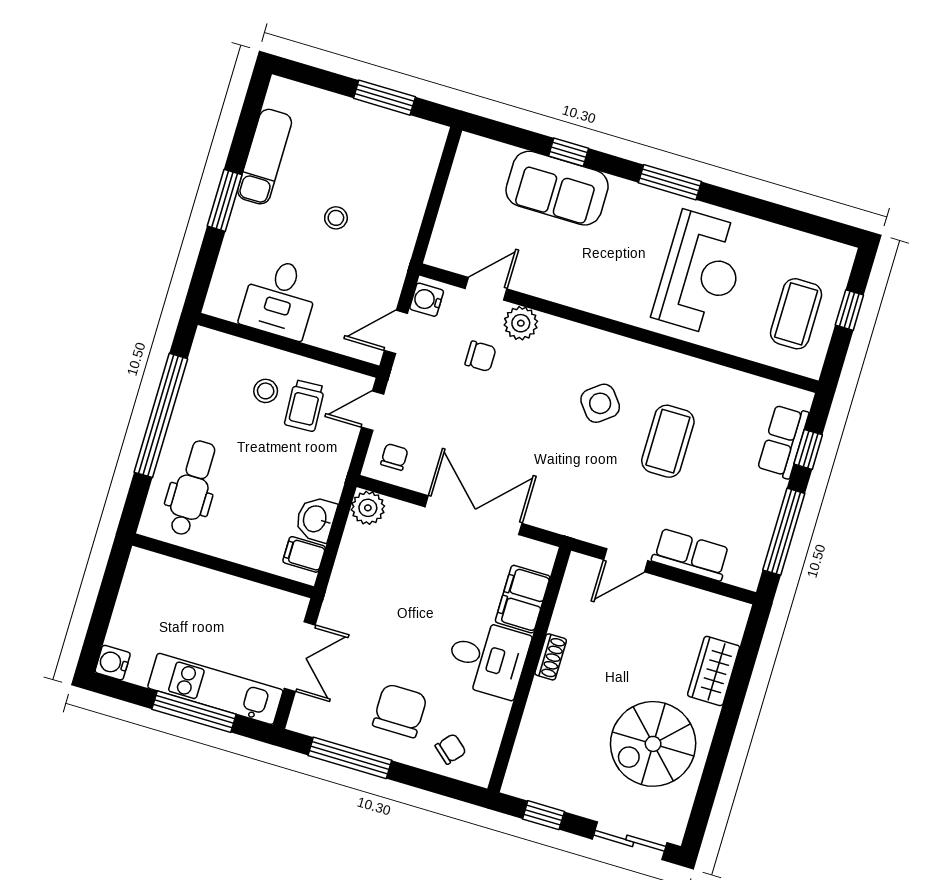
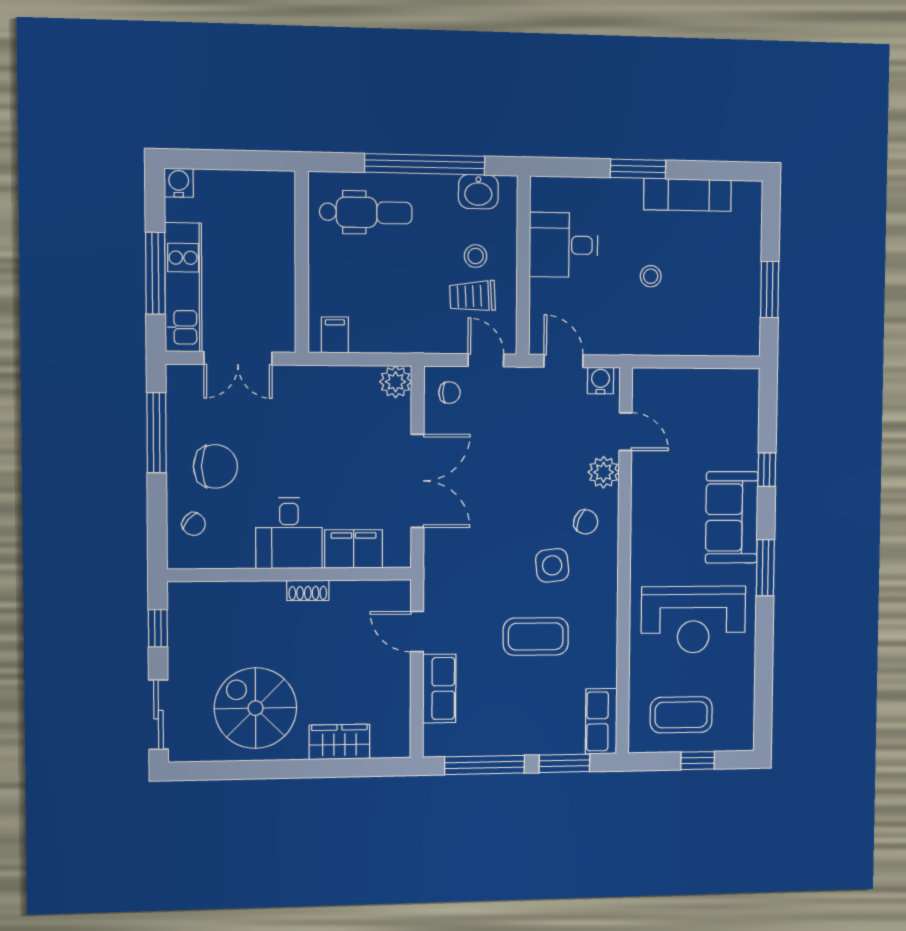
sofa: (557, 188) -> (732, 517), moved
chair: (481, 356) -> (586, 522), moved, turned -69
side table: (600, 403) -> (552, 565), turned 32
row of seats: (783, 441) -> (601, 721), moved, turned -90
window: (808, 449) -> (564, 763), width x1.50
washbasin: (316, 519) -> (478, 192), moved, turned 180

